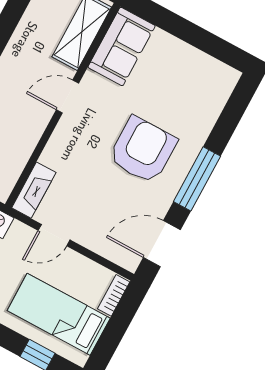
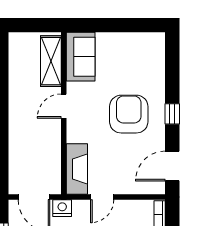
window: (197, 179) -> (172, 114), width x0.46
fireplace: (34, 190) -> (77, 169), width x1.37, depth x1.32

